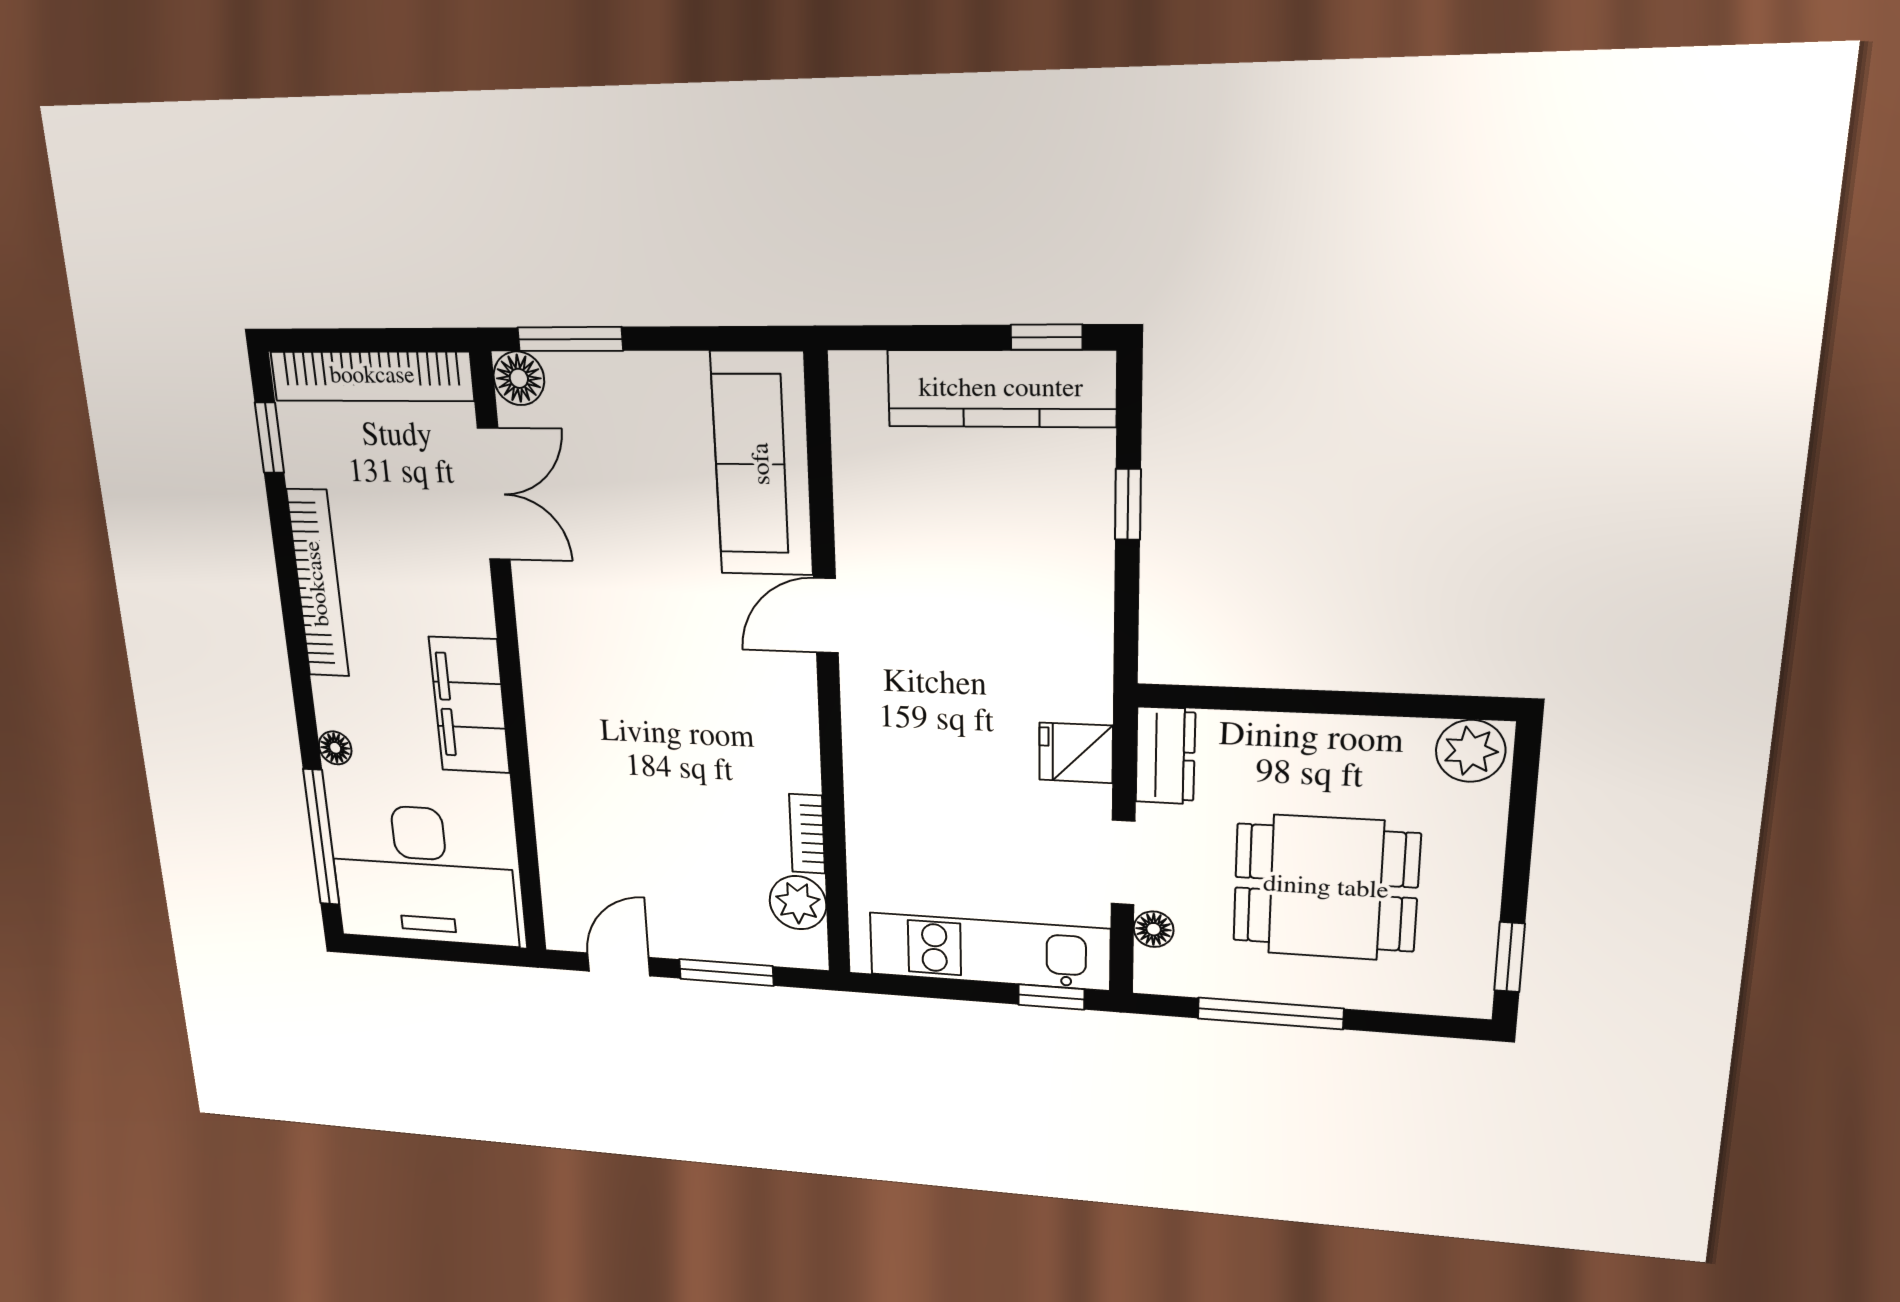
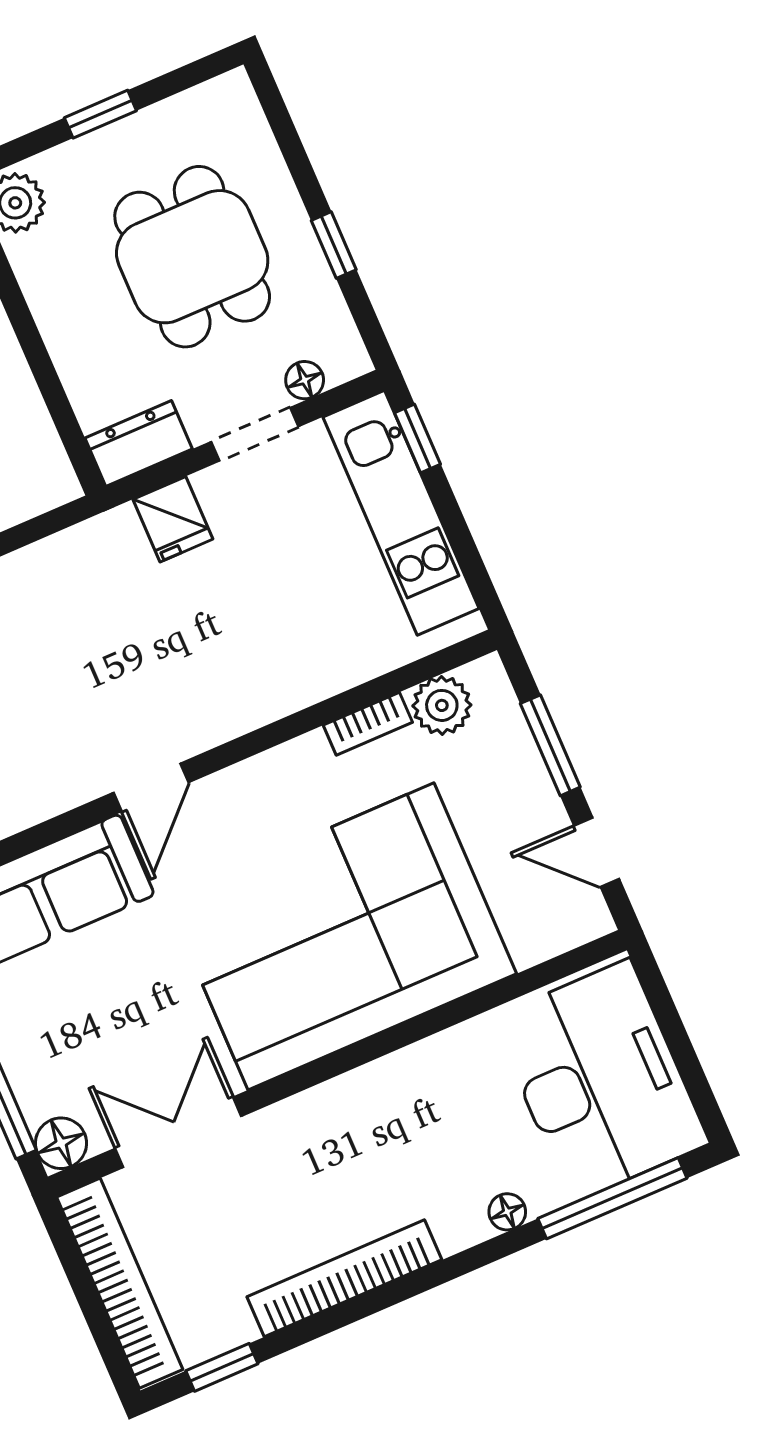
door: (826, 616) -> (151, 787), hinge flipped
filing cabinet: (469, 705) -> (397, 1090), removed
corner sofa: (623, 721) -> (341, 936), added
window: (1510, 957) -> (100, 114), moved
window: (1270, 1014) -> (334, 245), width x0.46

